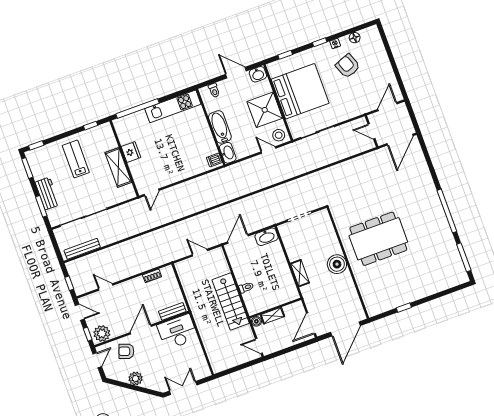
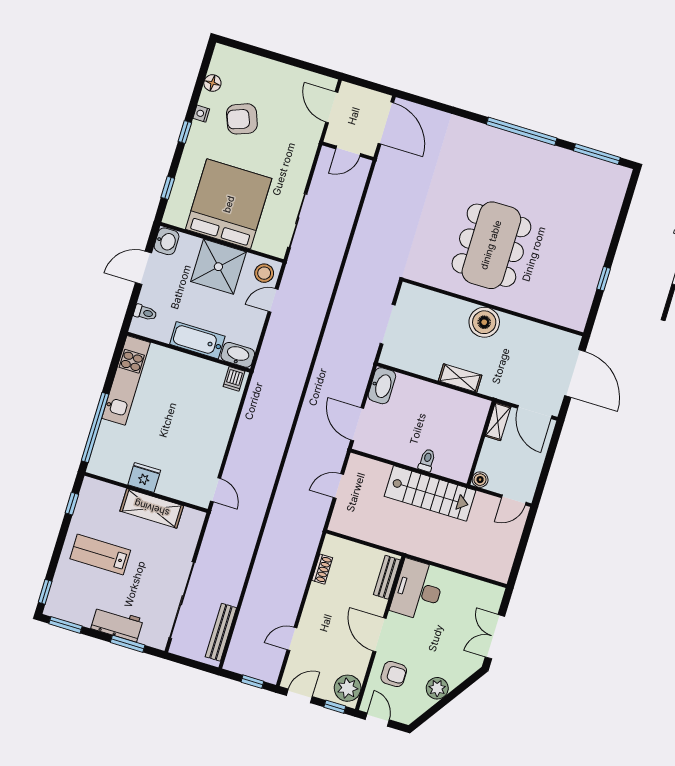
shelving: (272, 316) -> (498, 421), moved
armchair: (126, 351) -> (394, 674), turned -110

